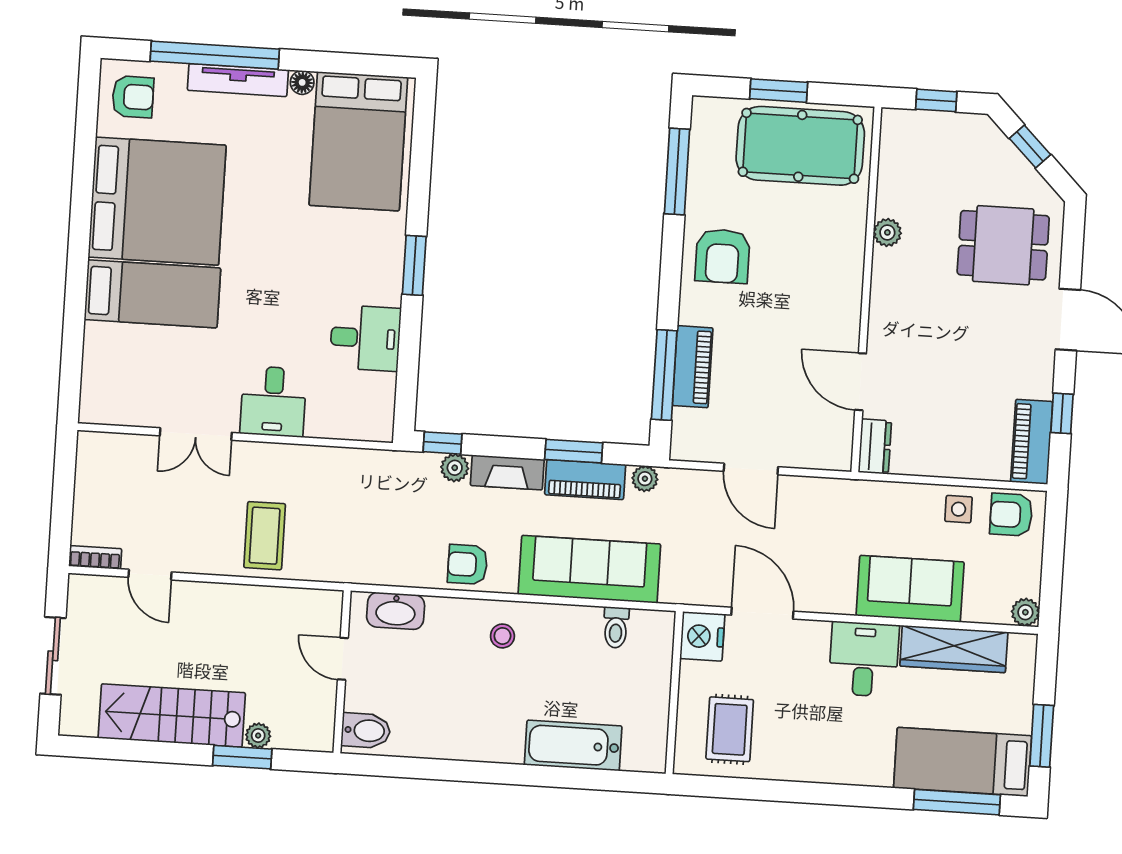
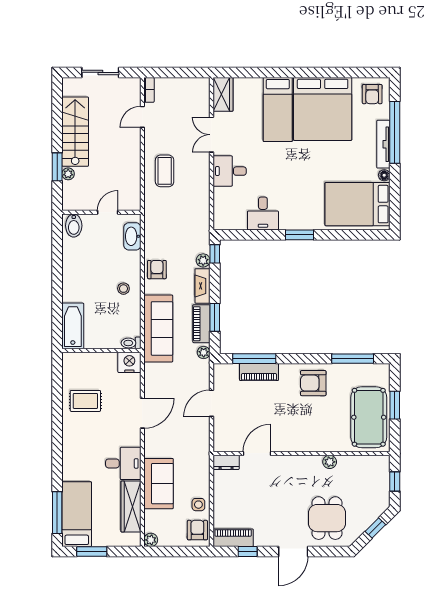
wardrobe: (114, 405) -> (223, 94), added
coffee table: (265, 536) -> (165, 171), turned 90
nightstand: (702, 636) -> (129, 362), moved
wall: (674, 693) -> (101, 351), moved

